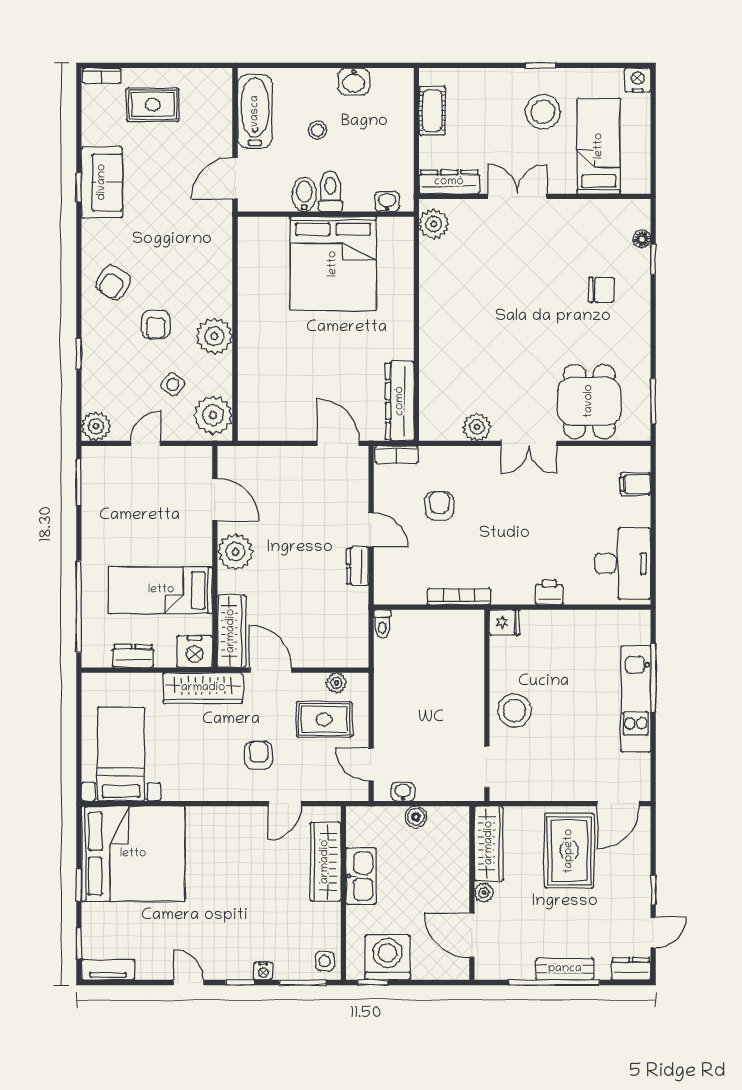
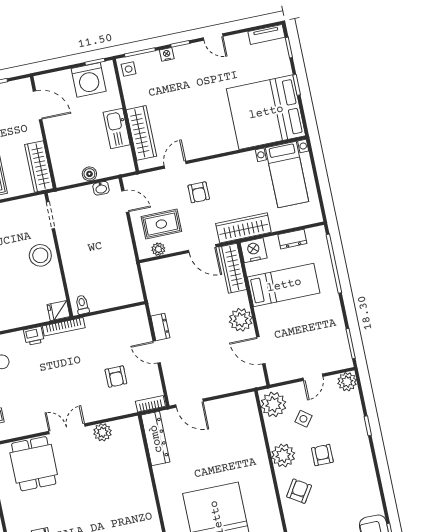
armchair: (113, 283) -> (299, 491), moved
bookcase: (459, 597) -> (64, 327), moved
toilet: (382, 624) -> (82, 305), moved
plant: (484, 893) -> (36, 134), removed

